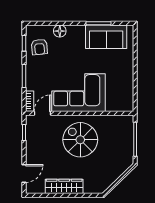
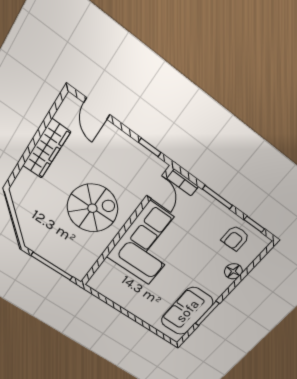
armchair: (39, 47) -> (235, 238), turned -85

